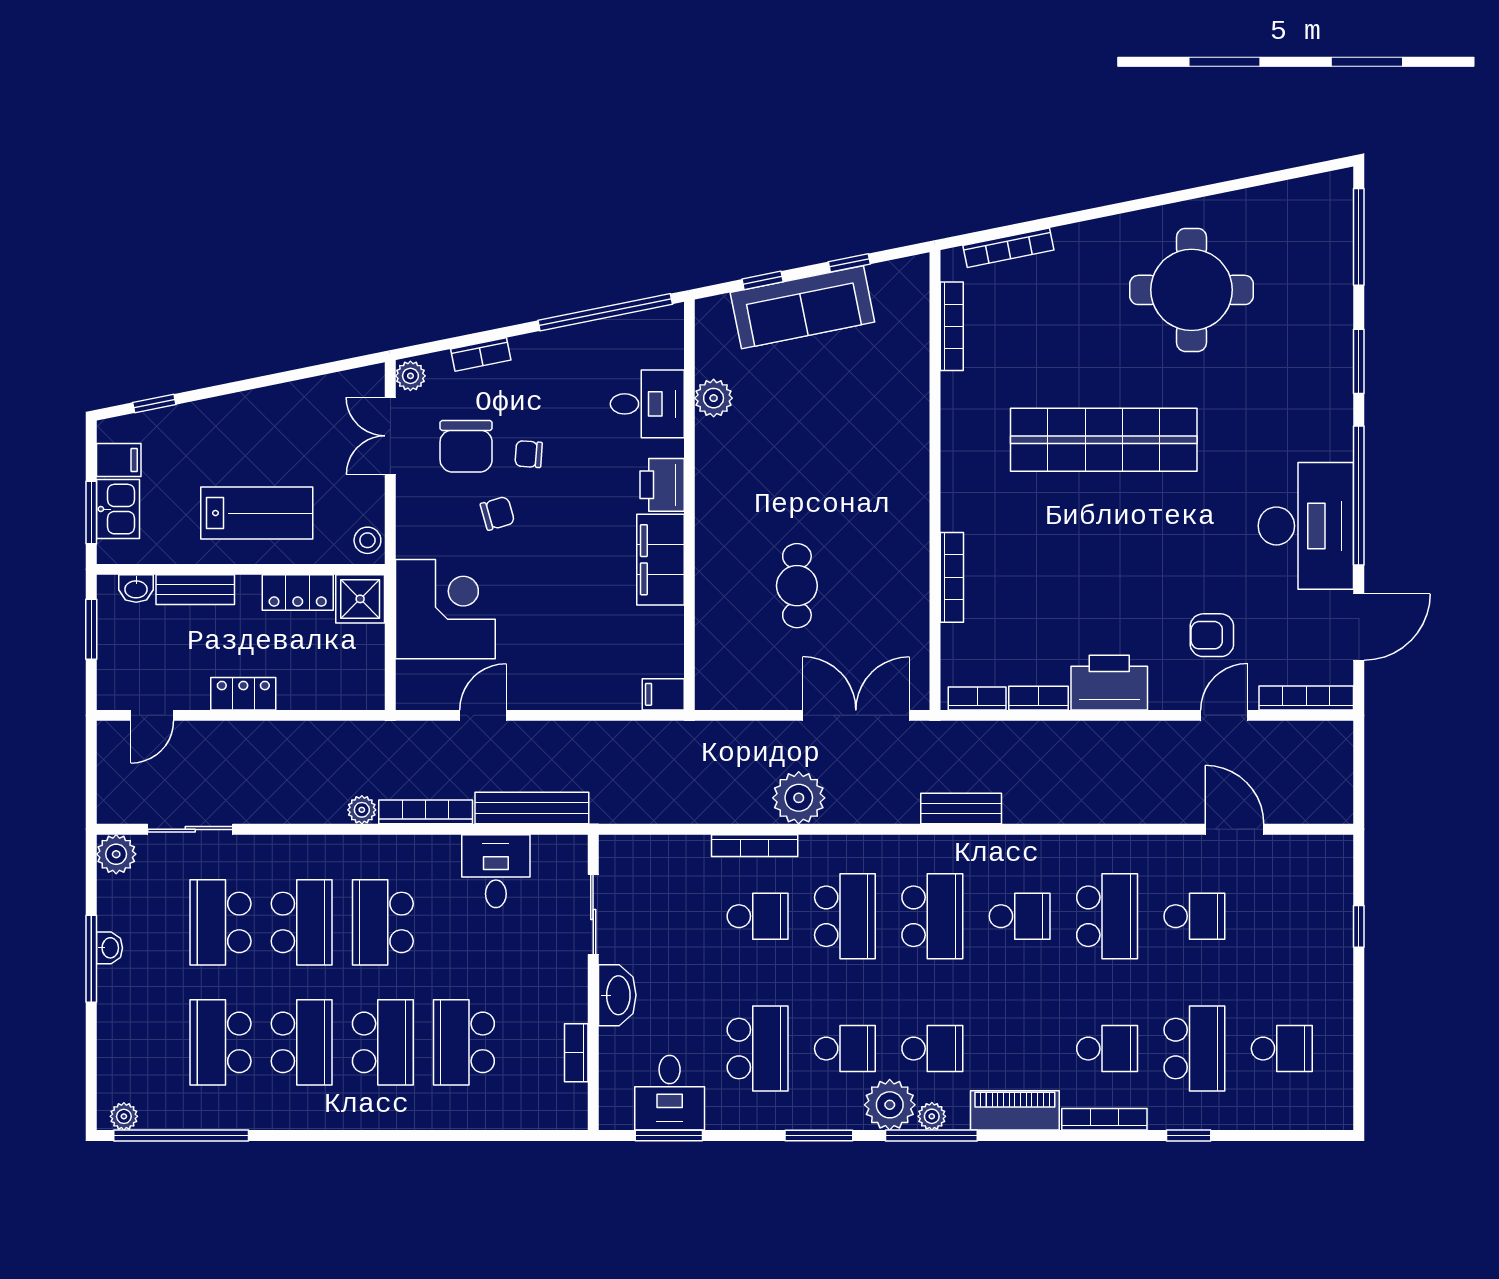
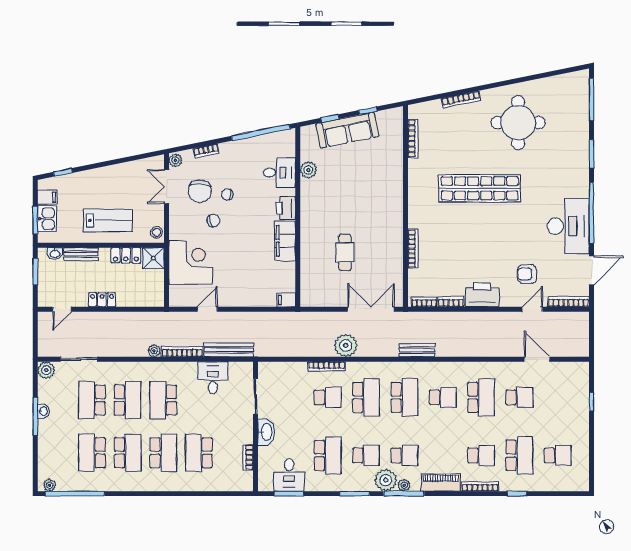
bookcase: (1008, 248) -> (461, 99), moved

